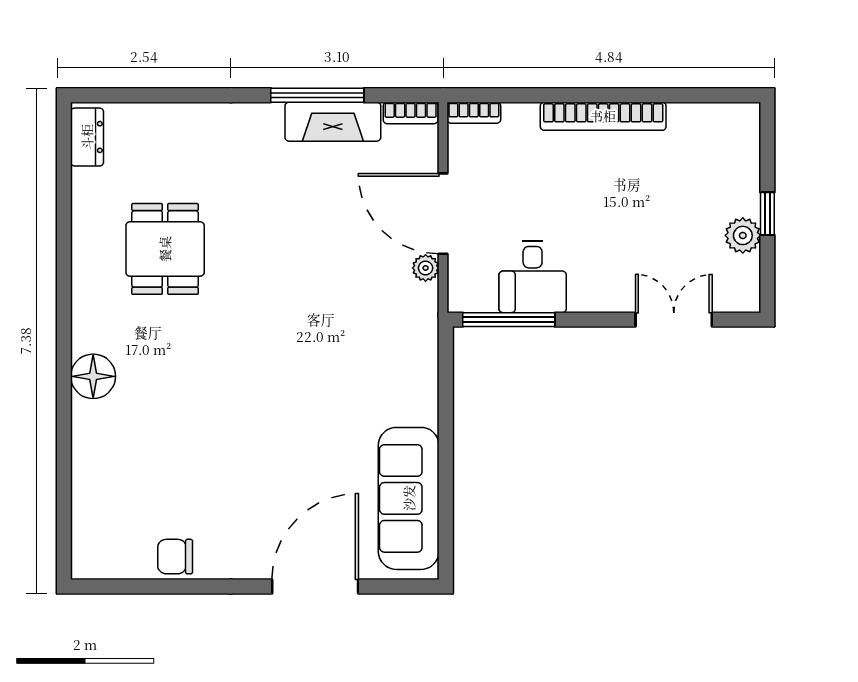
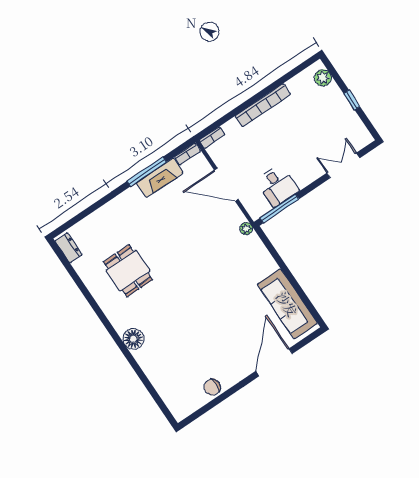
plant: (743, 235) -> (323, 78), moved
plant: (426, 268) -> (246, 229), moved

